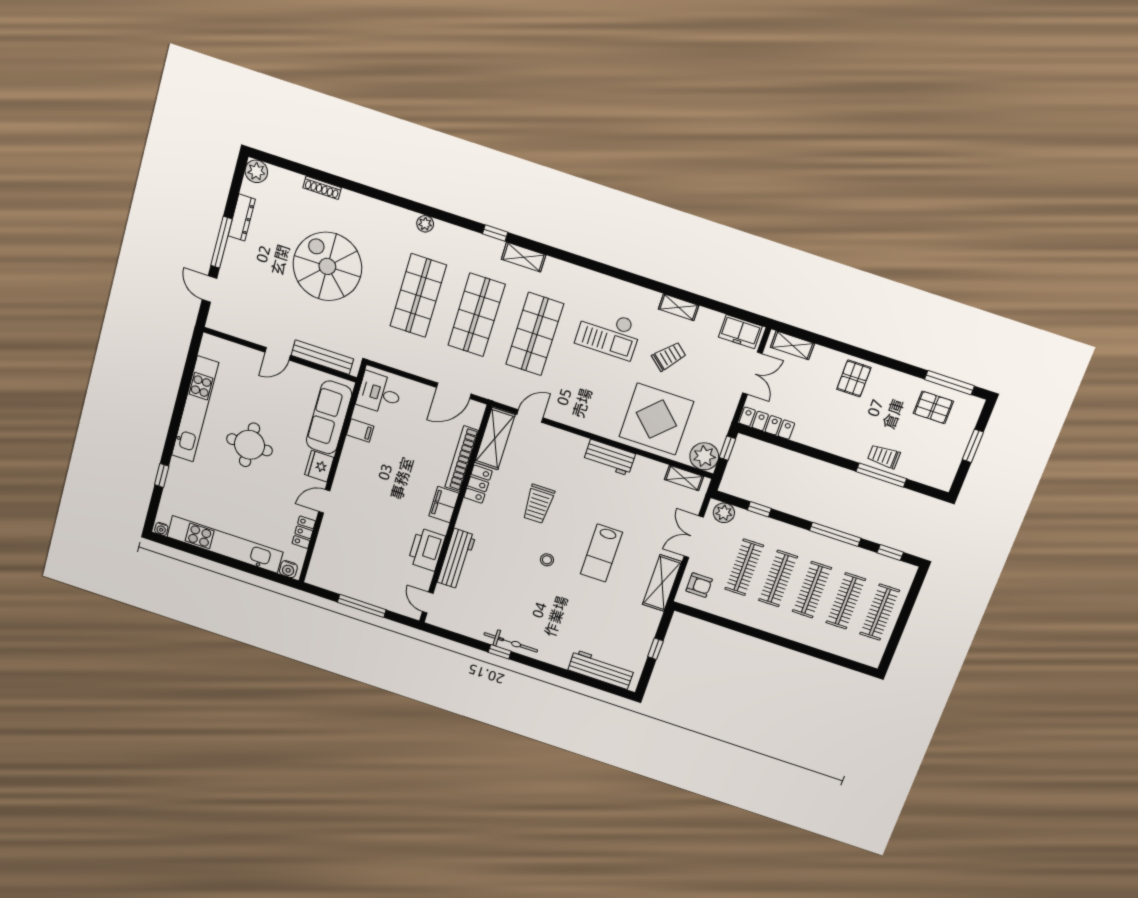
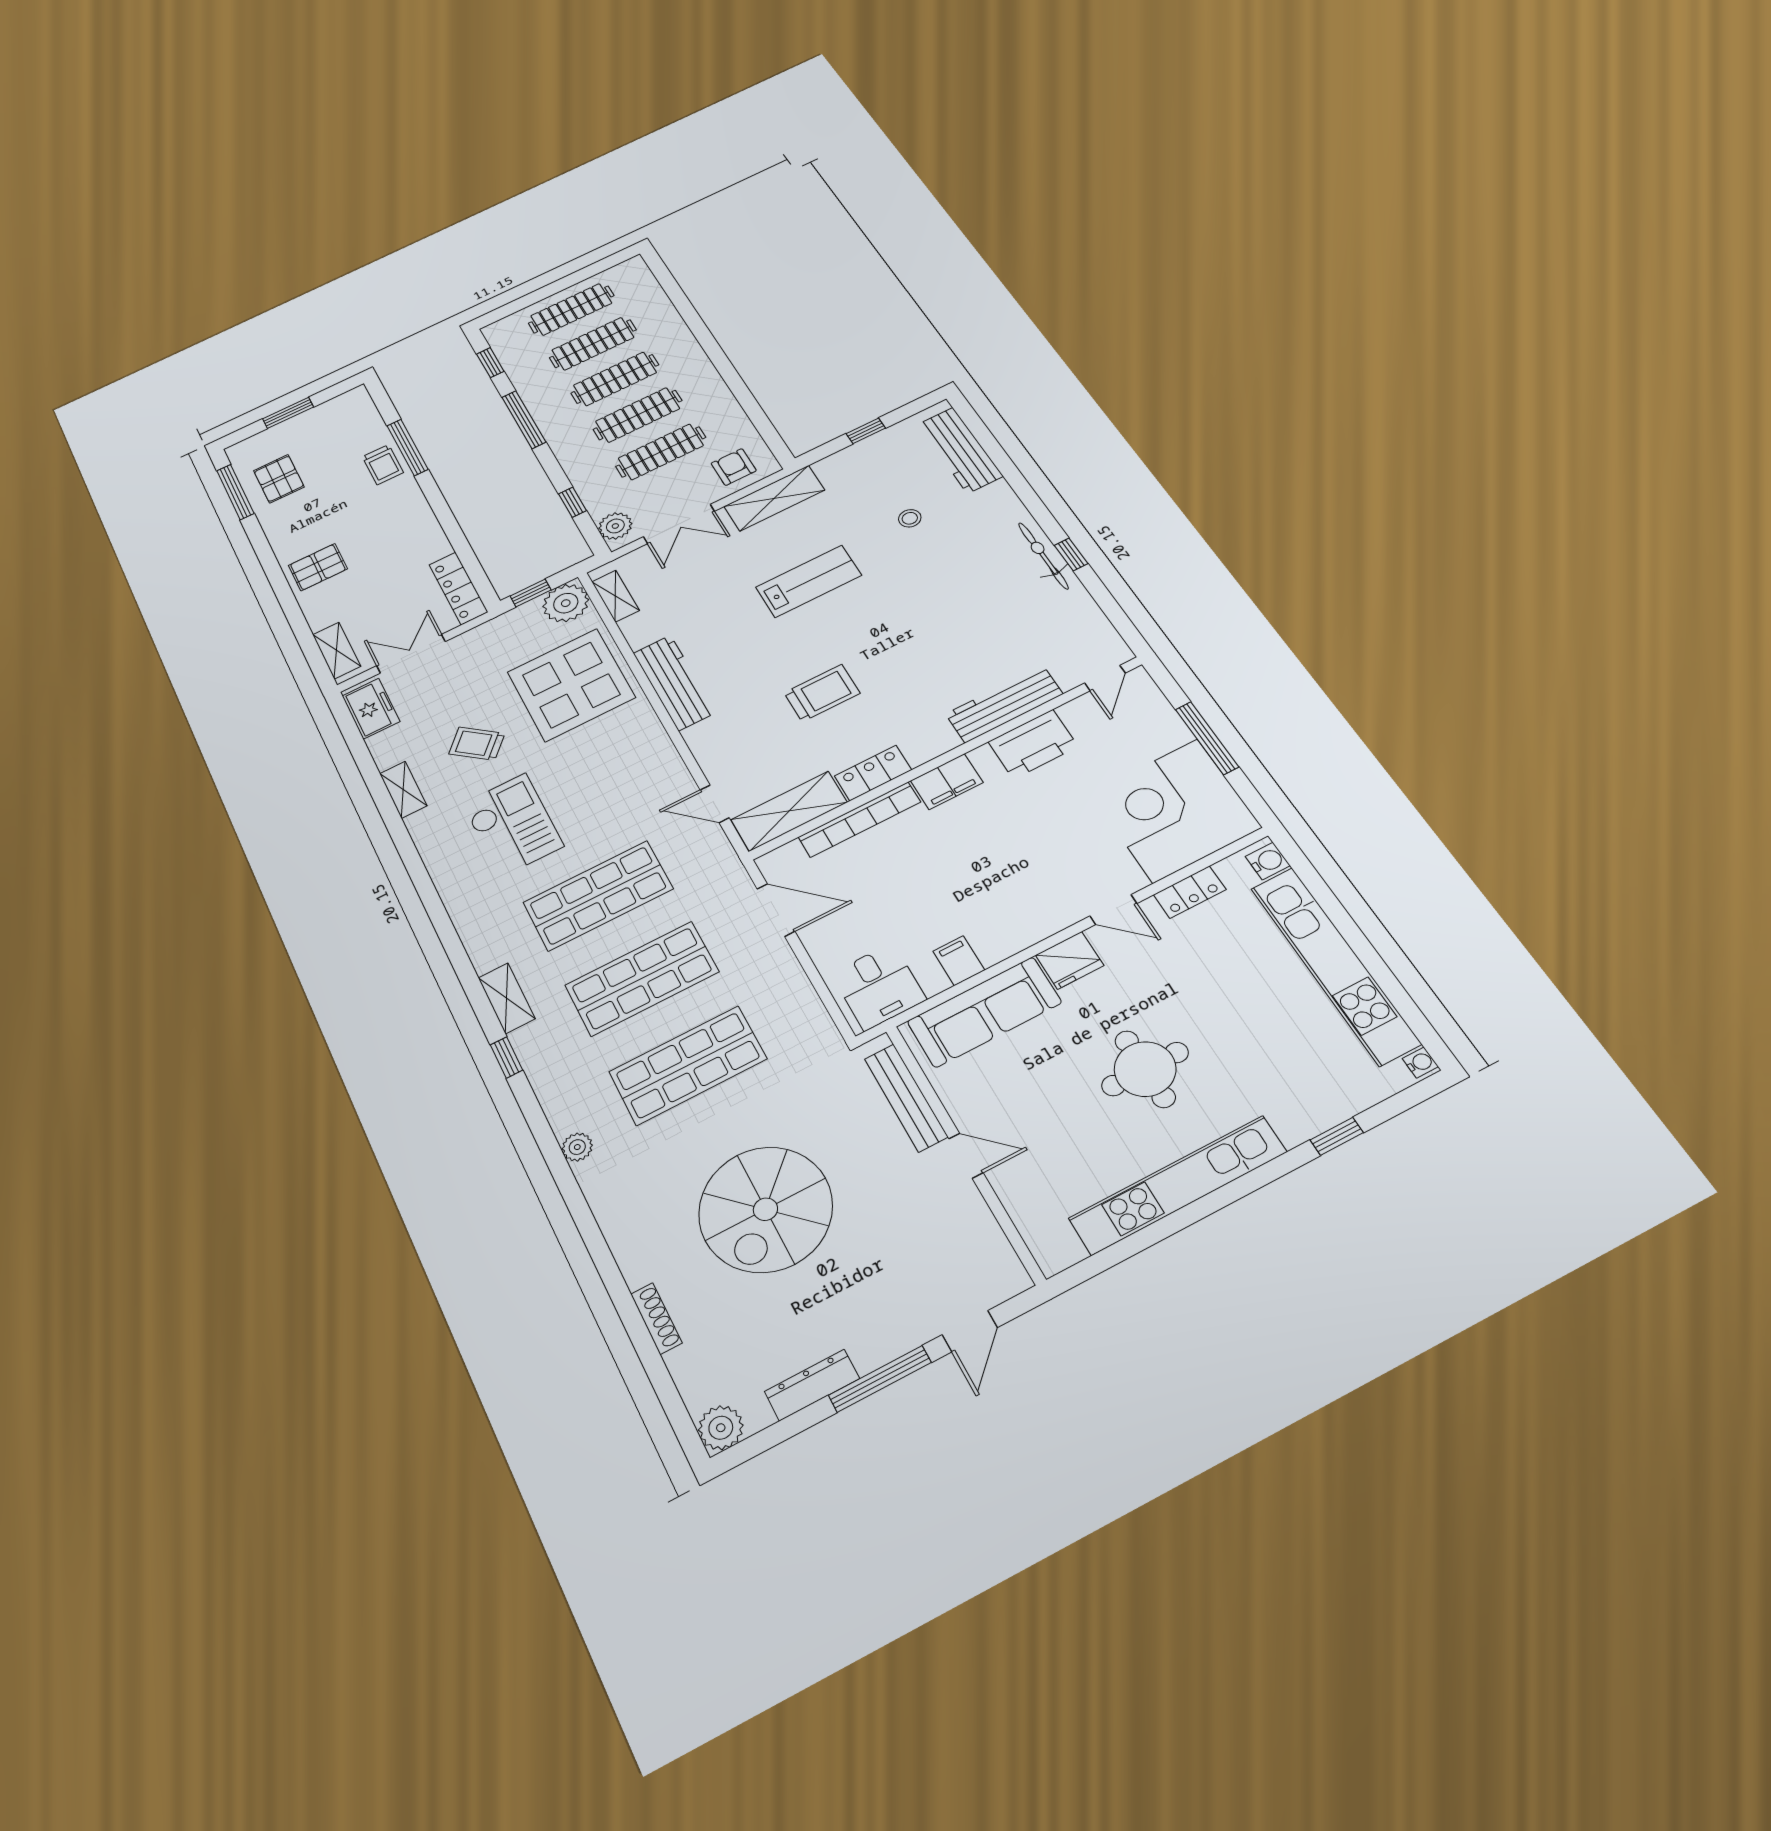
workbench: (609, 458) -> (674, 683), width x1.38
stool: (547, 560) -> (910, 518), moved
corner desk: (343, 564) -> (1175, 810), added

